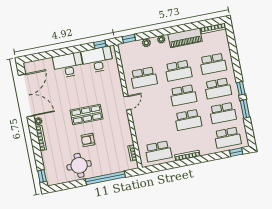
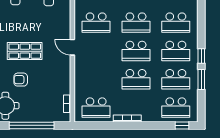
door: (127, 103) -> (72, 47), swing flipped

